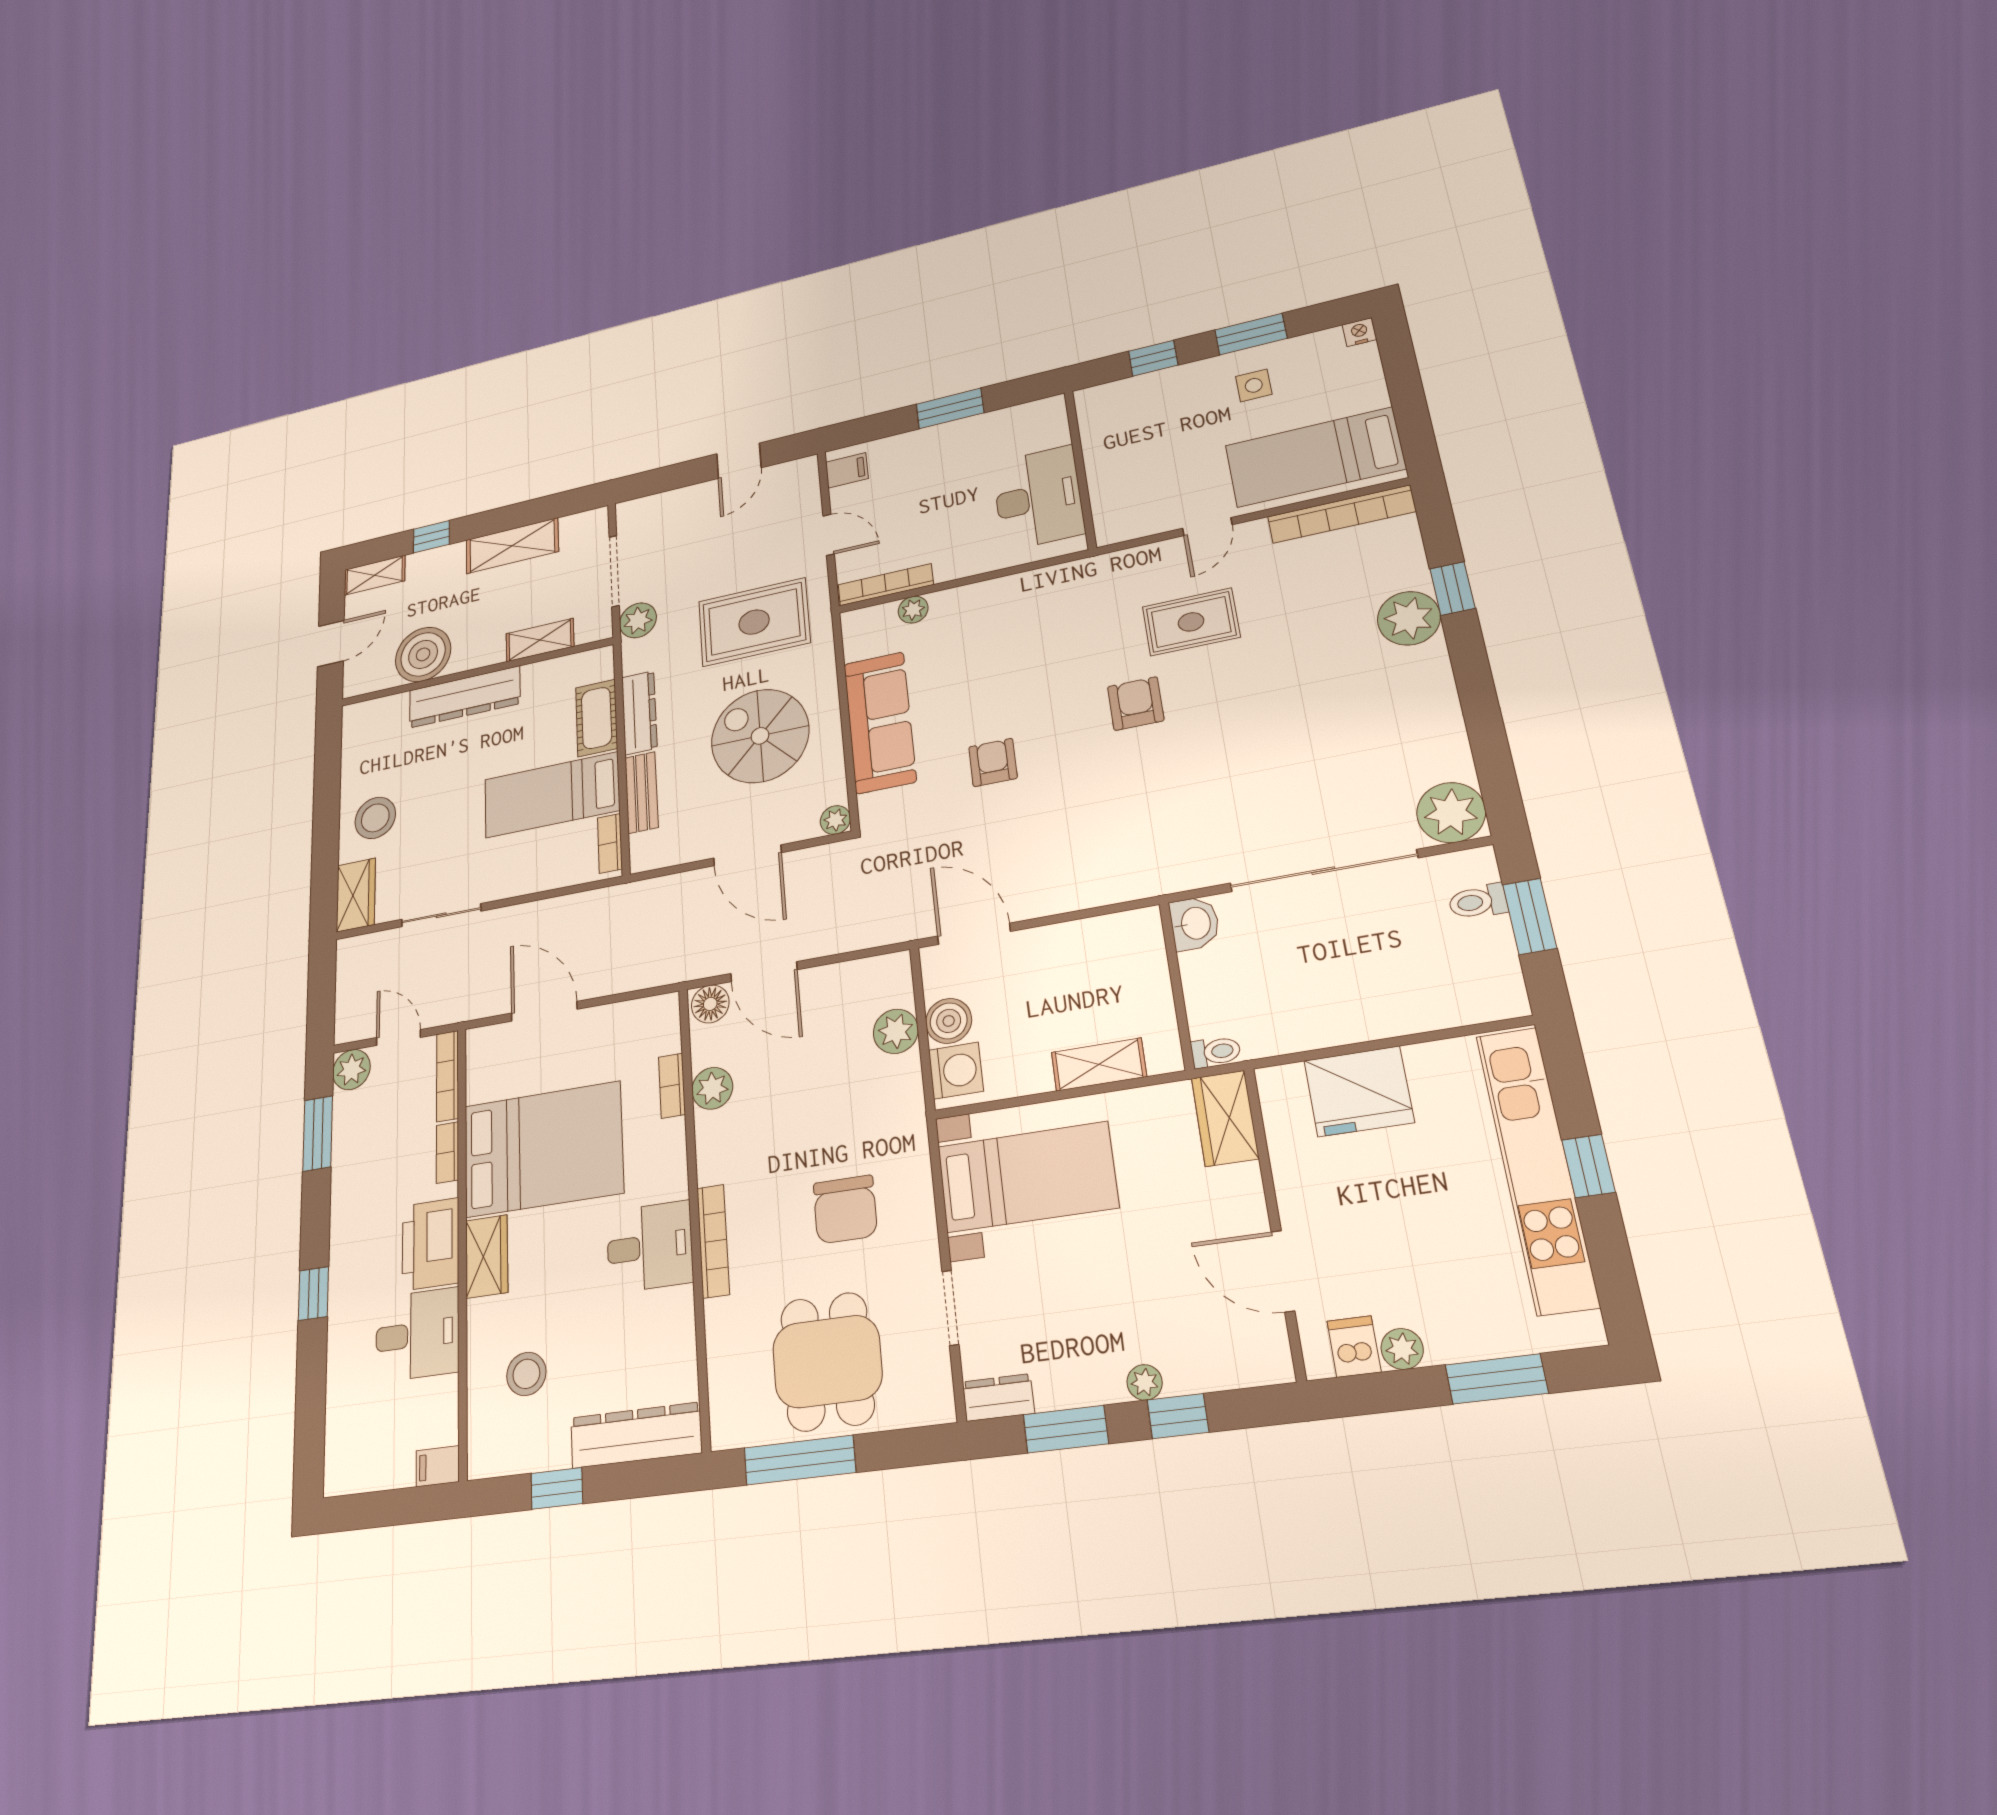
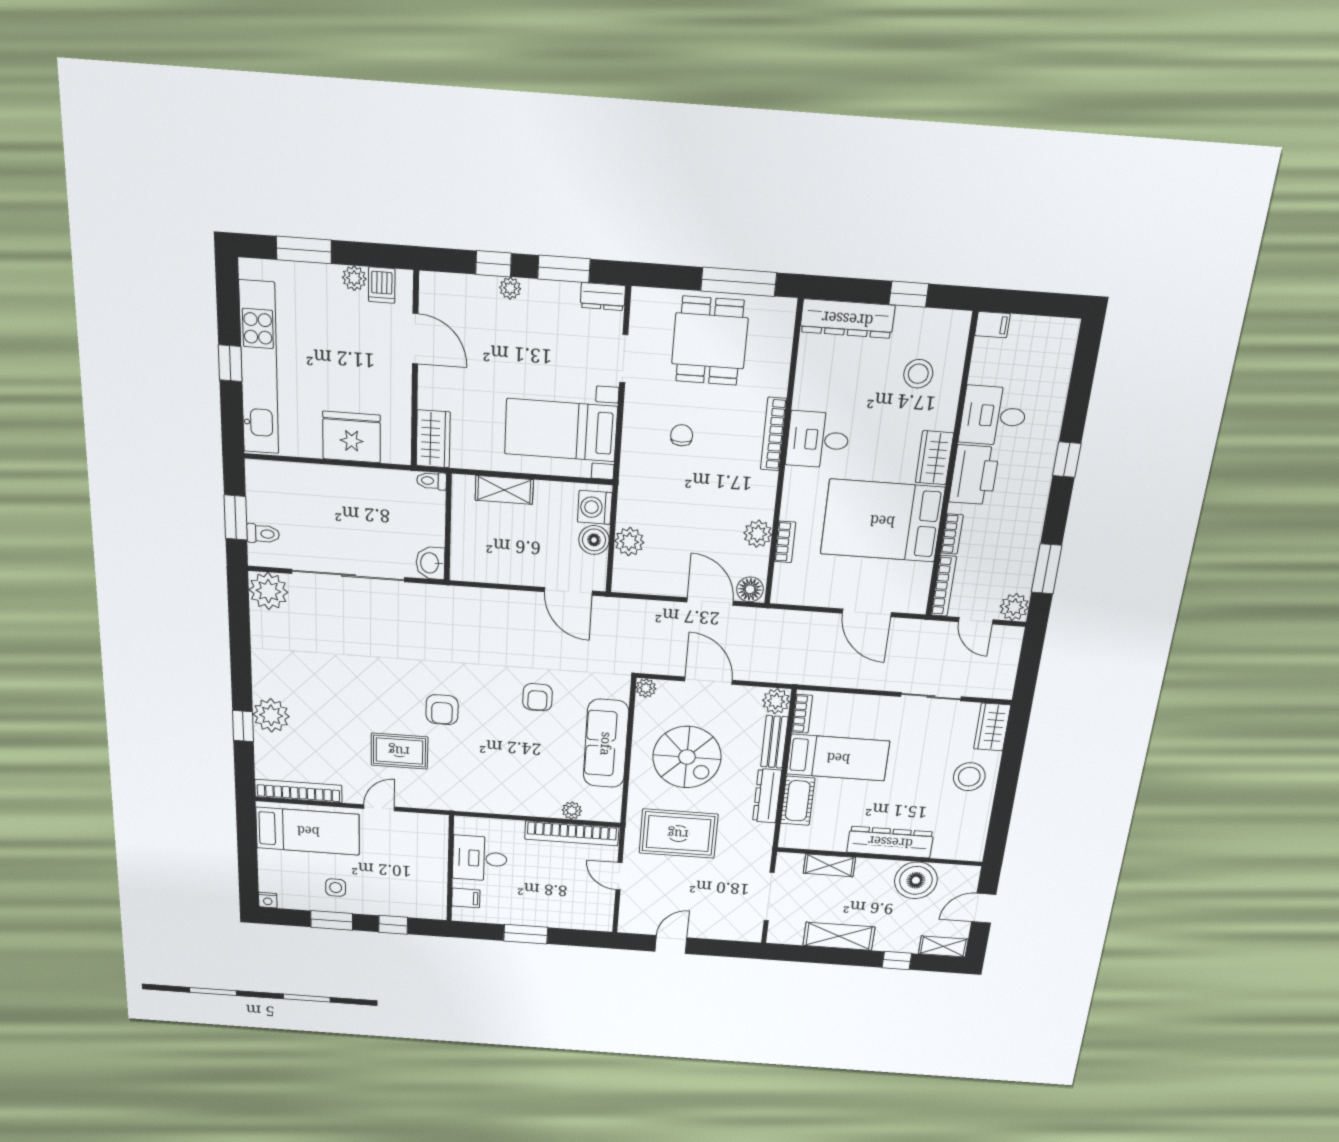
filing cabinet: (847, 470) -> (466, 898), moved, turned 180
desk: (1038, 498) -> (480, 858), width x0.73
bookcase: (886, 585) -> (572, 833), width x1.48, depth x1.31
plant: (638, 620) -> (776, 701), moved
chair: (845, 1209) -> (682, 435), width x0.54, depth x0.54

